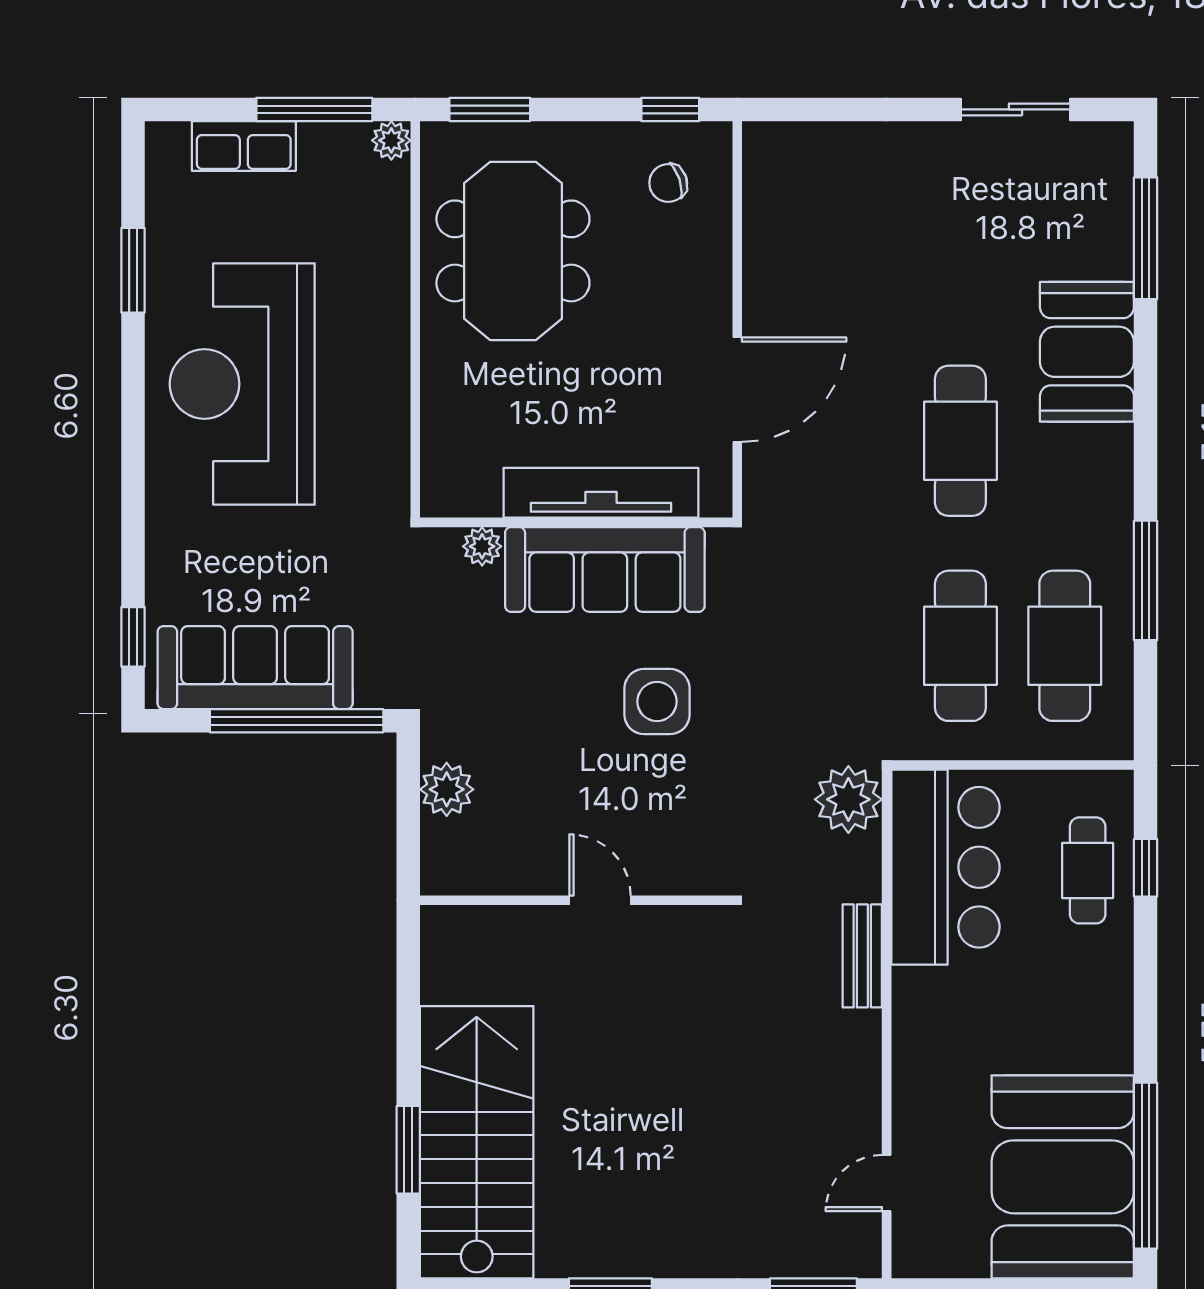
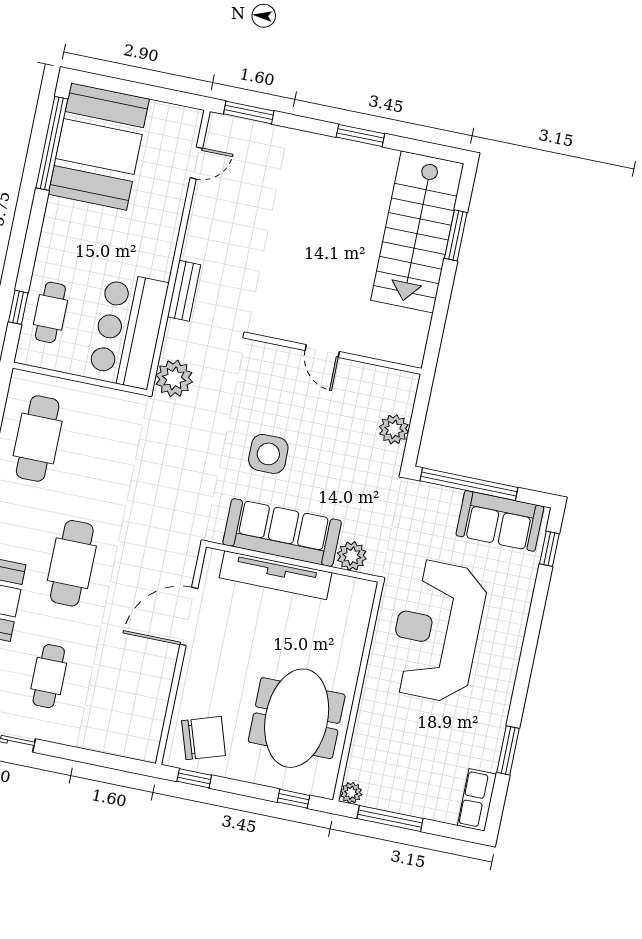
window: (490, 109) -> (293, 799), width x0.67
row of seats: (244, 146) -> (477, 800), moved, turned -90
chair: (668, 183) -> (204, 738), width x1.87, depth x1.87
reception desk: (242, 384) -> (437, 631), moved, turned 180
plant: (482, 546) -> (352, 556), width x1.38, depth x1.38
cafe table: (960, 646) -> (49, 676), moved, width x0.73, depth x0.74
sofa: (255, 668) -> (500, 521), width x0.73

